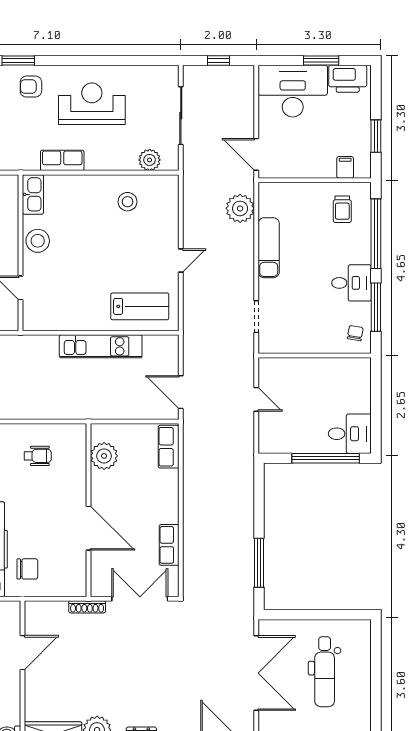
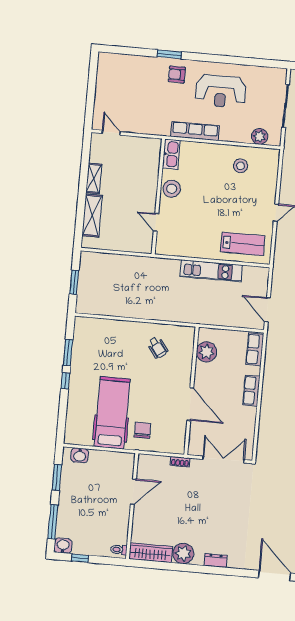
reception desk: (92, 104) -> (221, 91), turned 180
row of seats: (62, 160) -> (195, 131), width x1.48
wheelchair: (38, 456) -> (158, 347), turned 53
row of seats: (169, 545) -> (251, 391), moved
chair: (27, 569) -> (142, 430), turned -90
shoe rack: (87, 607) -> (180, 462), width x0.70

